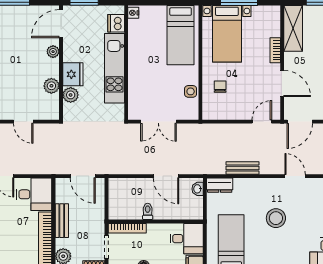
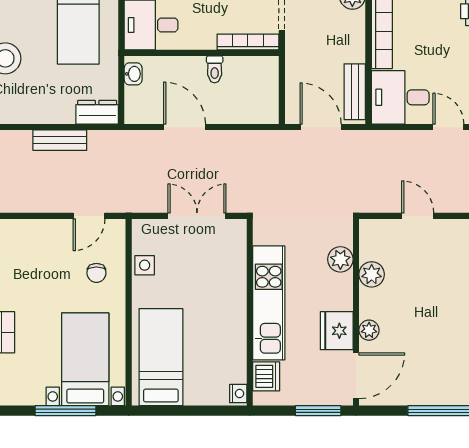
fridge: (73, 74) -> (337, 331), moved
door: (262, 122) -> (89, 216), moved
washbasin: (198, 189) -> (133, 74), moved
bench: (62, 221) -> (355, 92), moved

